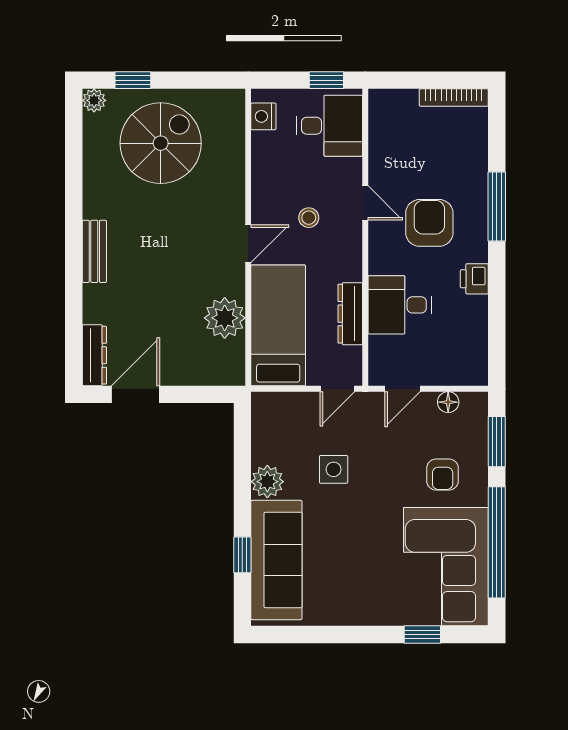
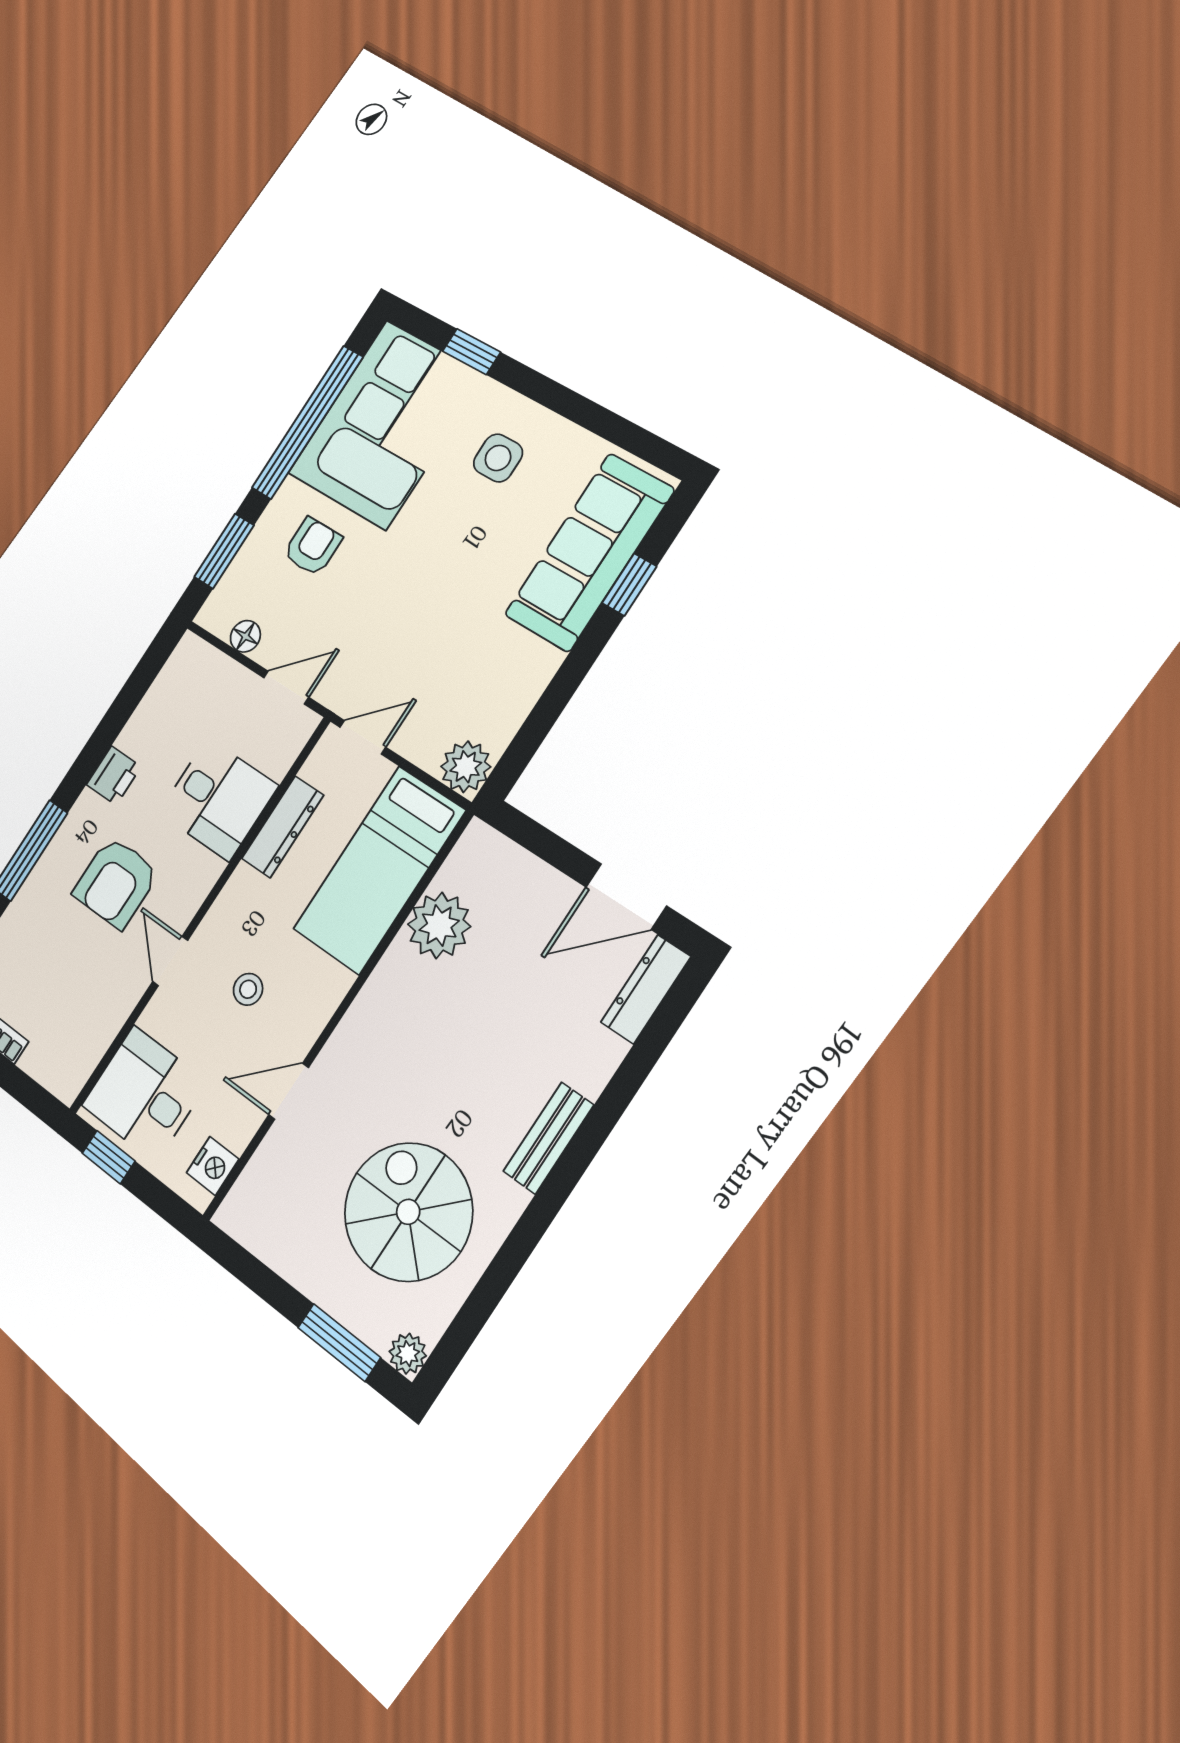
window: (133, 80) -> (339, 1342), width x1.50
spiral stairs: (161, 143) -> (408, 1212), moved, turned 90
door: (248, 244) -> (289, 1091), moved
side table: (334, 469) -> (498, 458), moved
plant: (267, 482) -> (466, 767), moved

